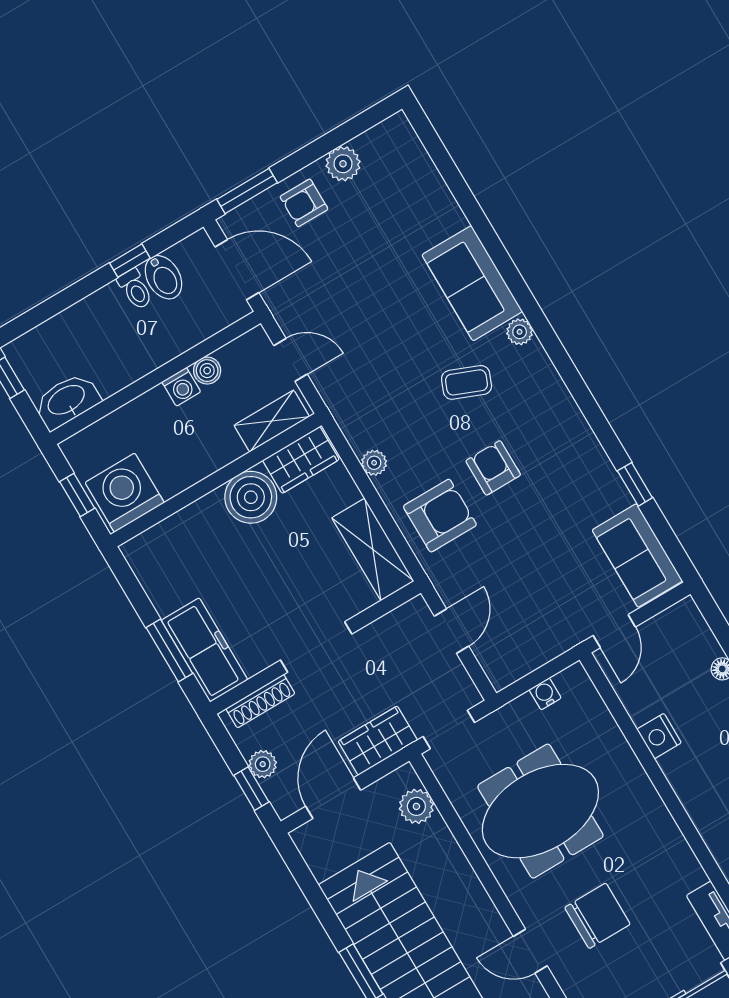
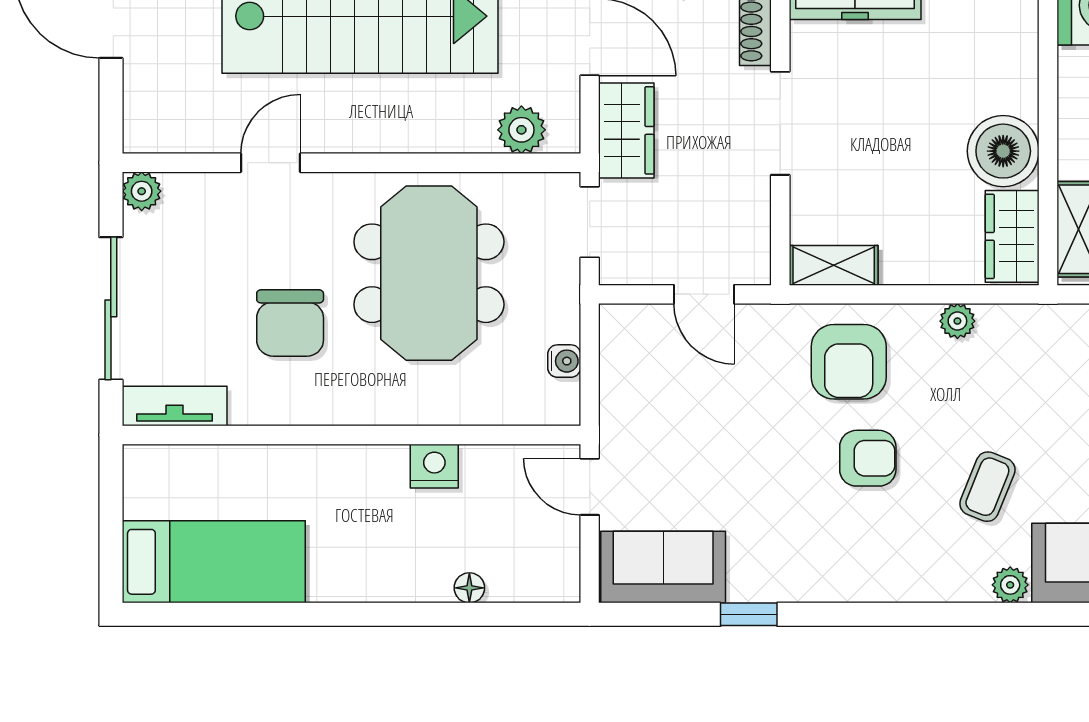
shelving: (373, 549) -> (834, 265), width x0.67, depth x0.75
chair: (597, 916) -> (290, 323), moved

